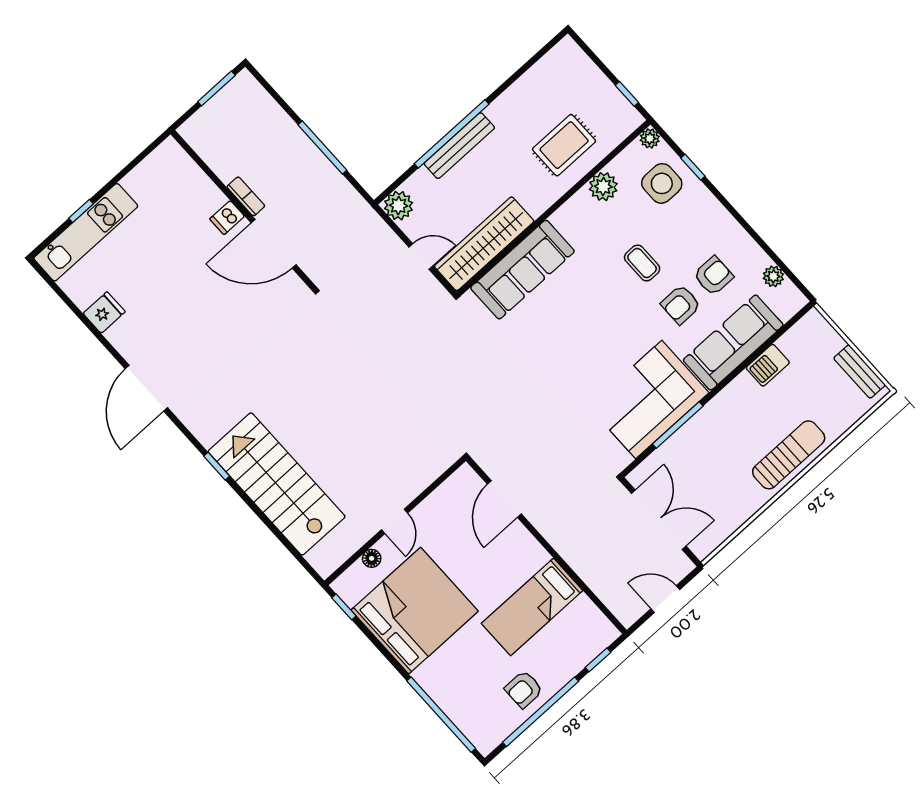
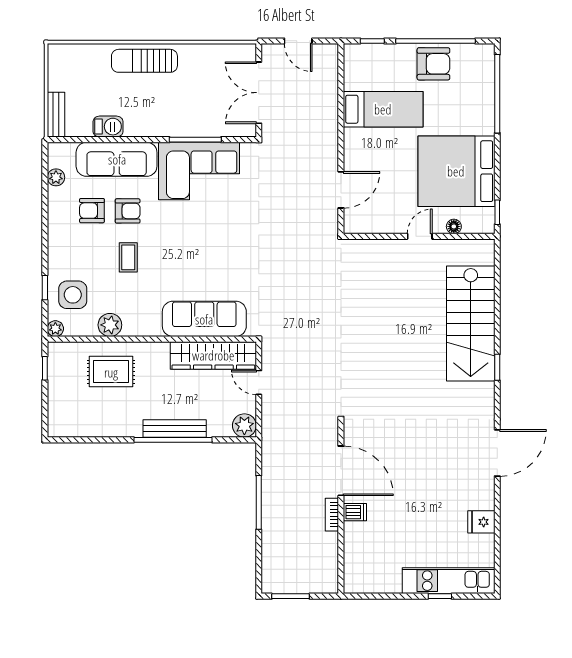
bench: (859, 372) -> (56, 115), moved
armchair: (524, 689) -> (433, 64), width x1.38, depth x1.38

